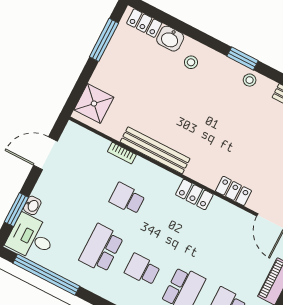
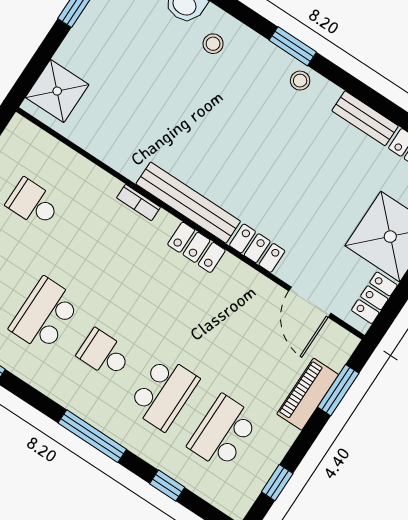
bench: (155, 150) -> (188, 203), moved
bookcase: (122, 153) -> (138, 203), moved
school desk: (127, 199) -> (33, 203), moved

